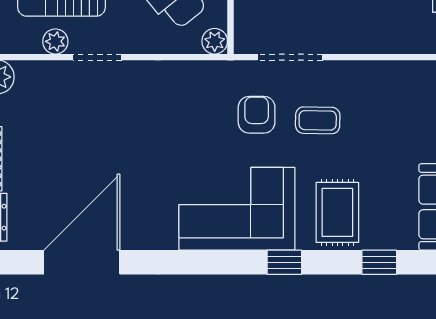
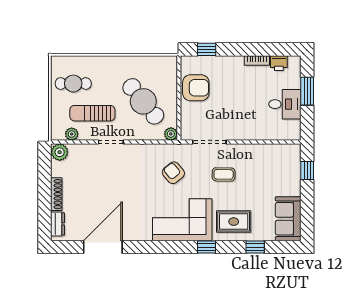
plant: (55, 41) -> (72, 134), moved
armchair: (257, 115) -> (173, 173), moved, turned -40
rug: (337, 212) -> (234, 222), turned 90

